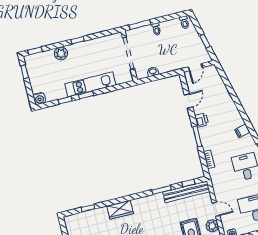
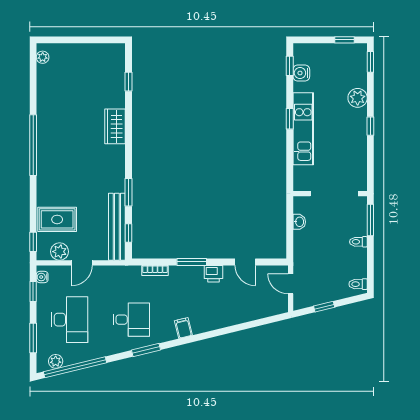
water cooler: (39, 98) -> (301, 73), moved
window: (65, 100) -> (290, 66), moved

